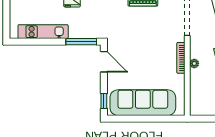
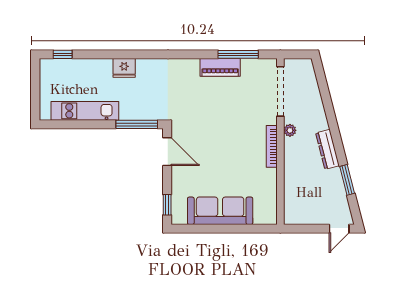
plant: (194, 63) -> (290, 130), moved
sofa: (143, 103) -> (220, 211), width x0.74, depth x0.79

